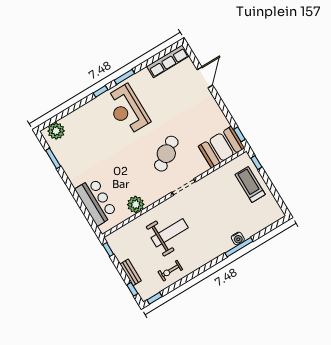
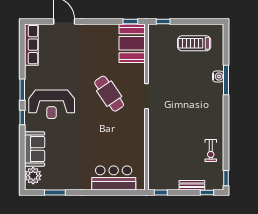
sofa: (80, 118) -> (35, 149), added
treadmill: (250, 185) -> (194, 43), moved
plant: (136, 204) -> (137, 146), removed
weight bench: (170, 233) -> (178, 132), removed

